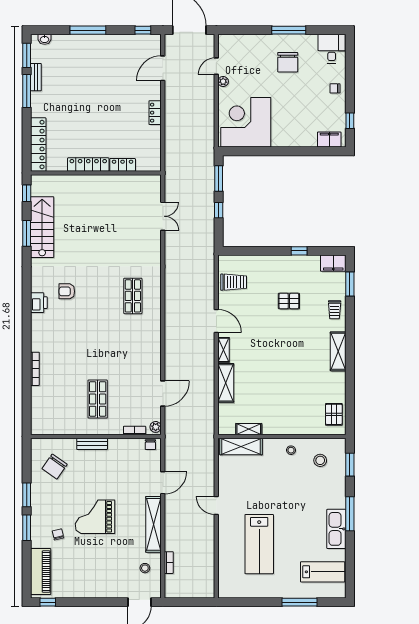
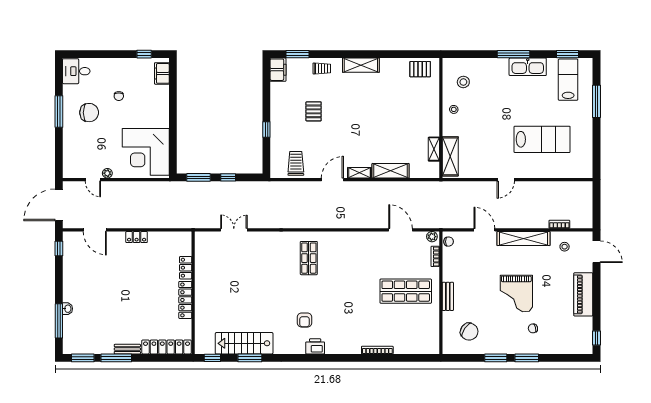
window: (88, 30) -> (59, 321), moved
washbasin: (45, 39) -> (68, 309), moved
bench: (36, 77) -> (127, 349), moved
chair: (335, 88) -> (119, 96), moved
window: (299, 251) -> (266, 130), moved
shop shelf: (133, 296) -> (309, 258), turned 90
shop shelf: (98, 399) -> (406, 291), width x1.43, depth x1.36
window: (350, 465) -> (567, 54), moved
piano: (41, 572) -> (583, 294), moved, turned -90

